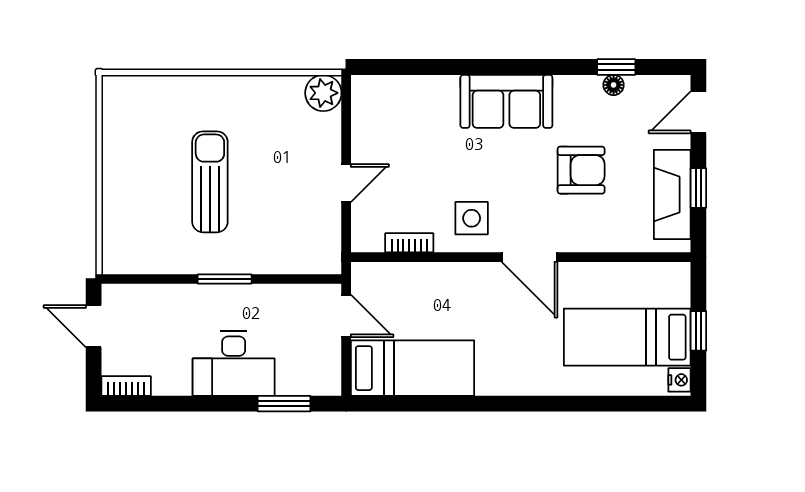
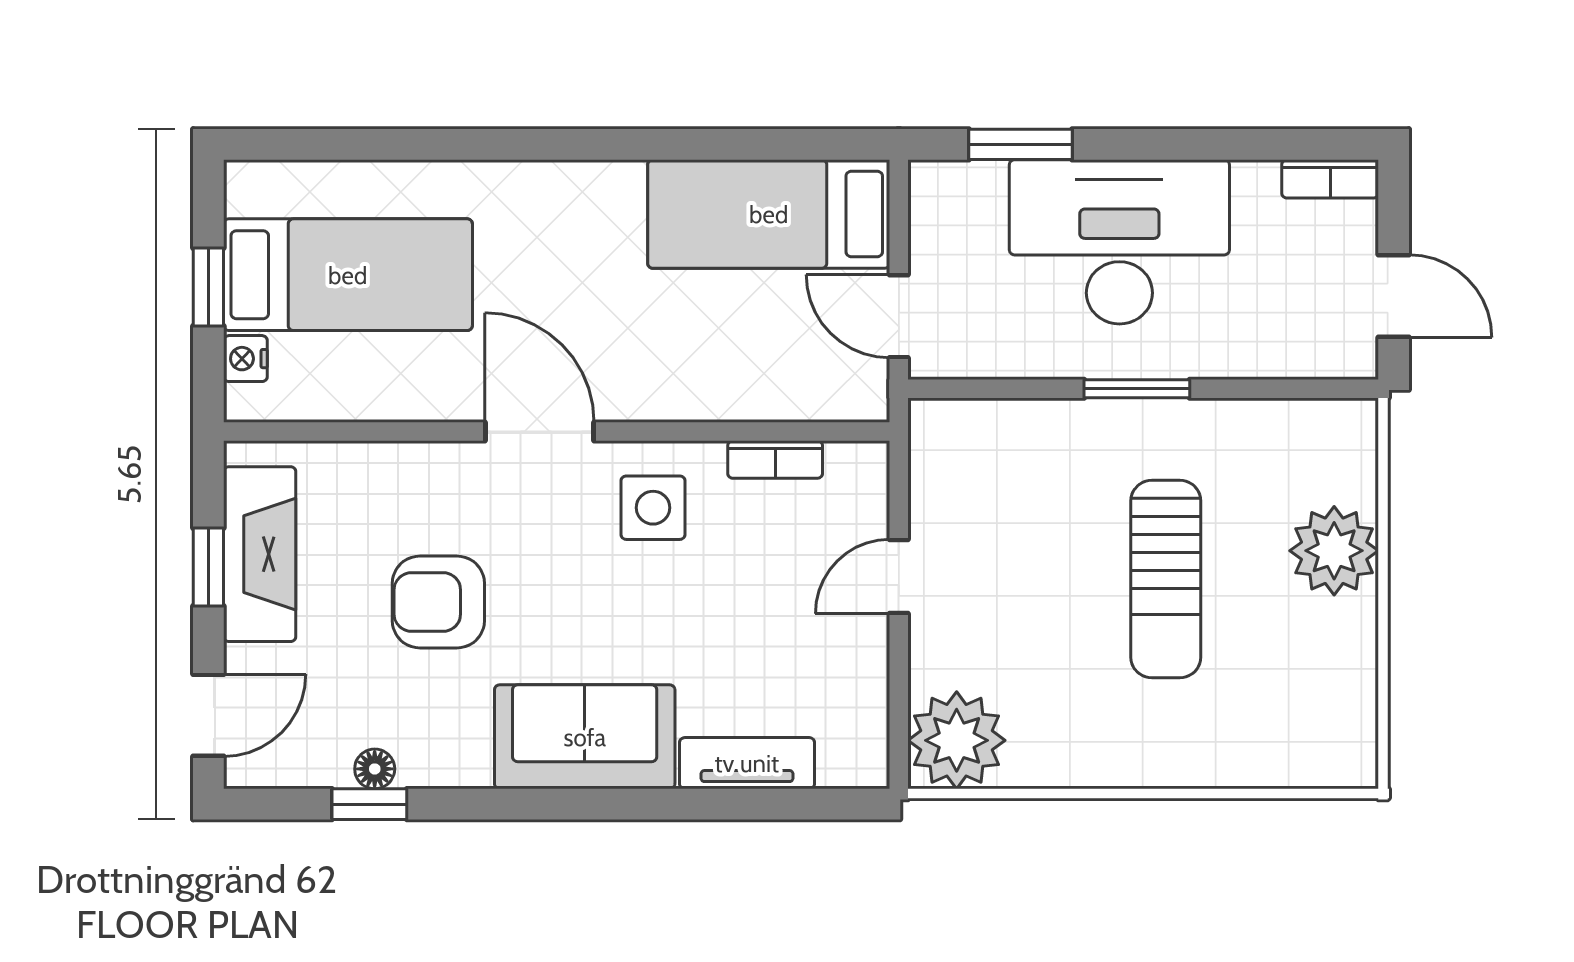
tv unit: (424, 88) -> (747, 763), added
plant: (323, 93) -> (957, 740), width x1.36, depth x1.36
plant: (124, 196) -> (1334, 551), added
desk: (234, 364) -> (1119, 242), width x1.36, depth x1.30
nightstand: (679, 380) -> (245, 359), moved

